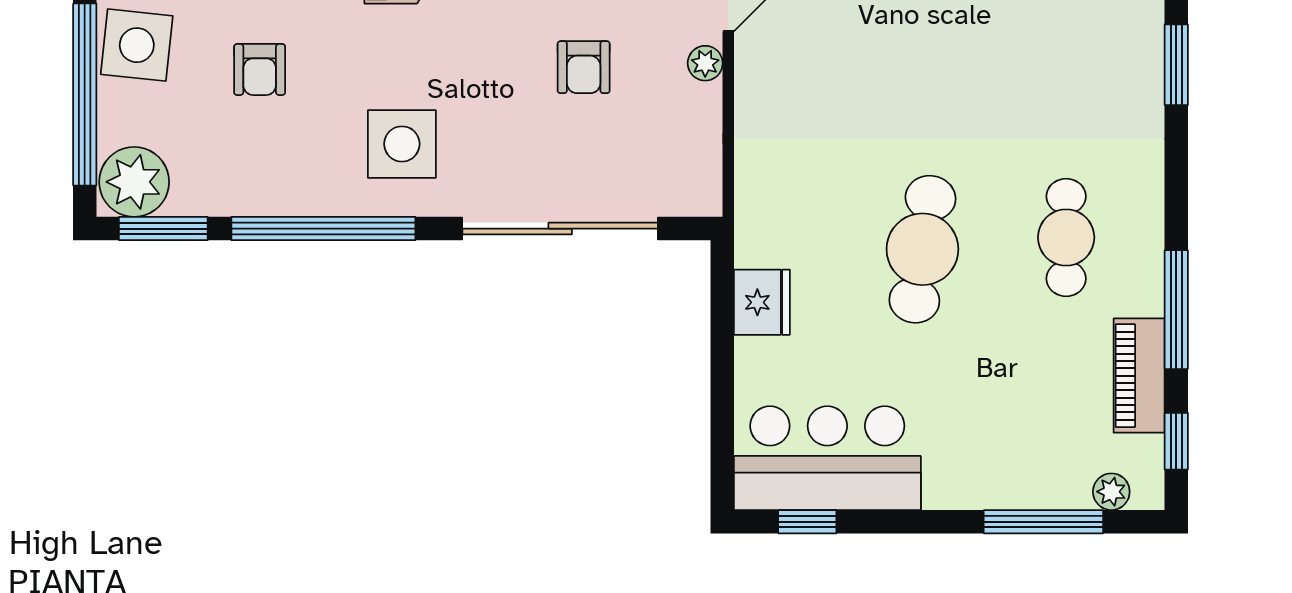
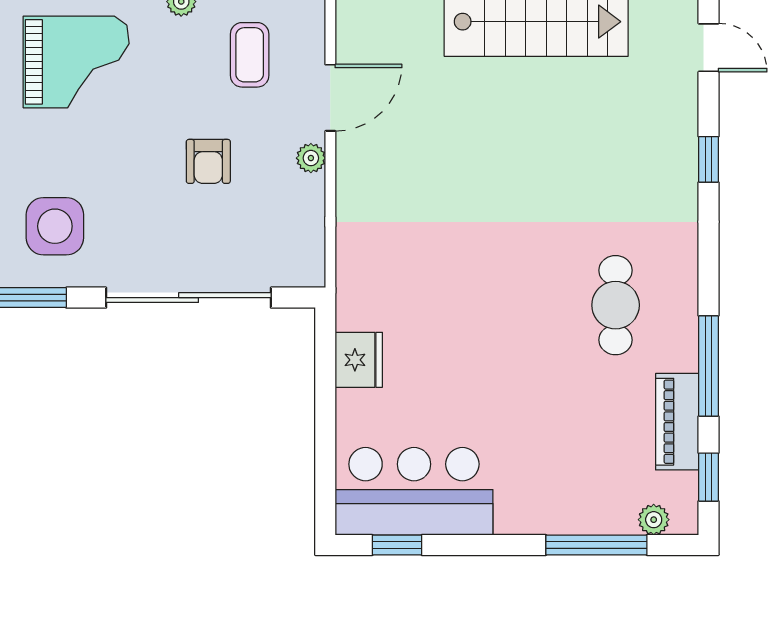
window: (1176, 65) -> (709, 159), width x0.67
cafe table: (922, 249) -> (494, 315), removed

